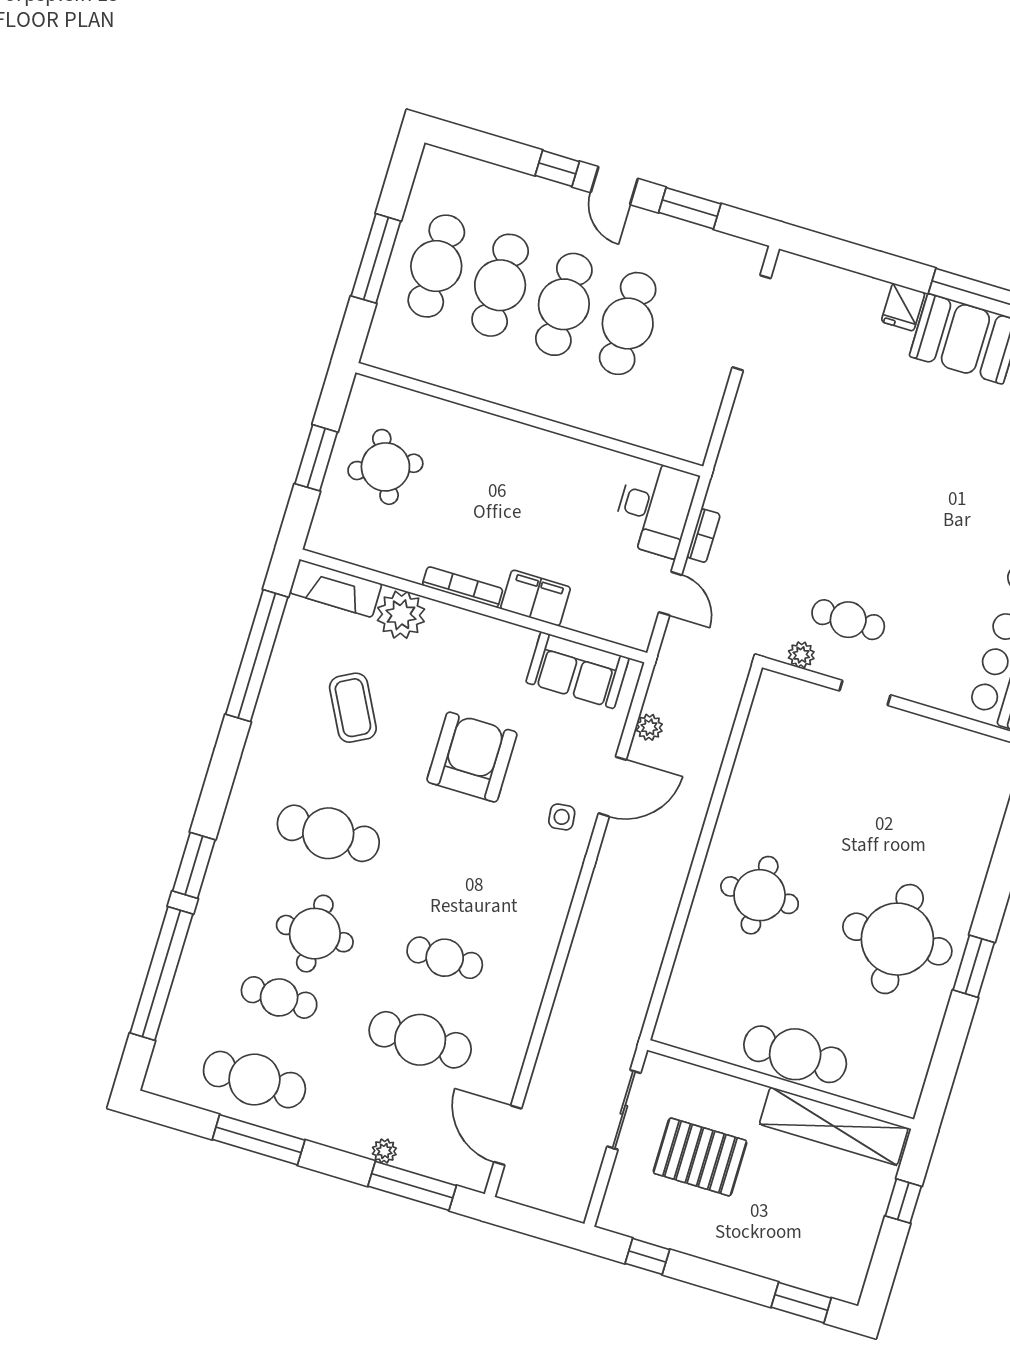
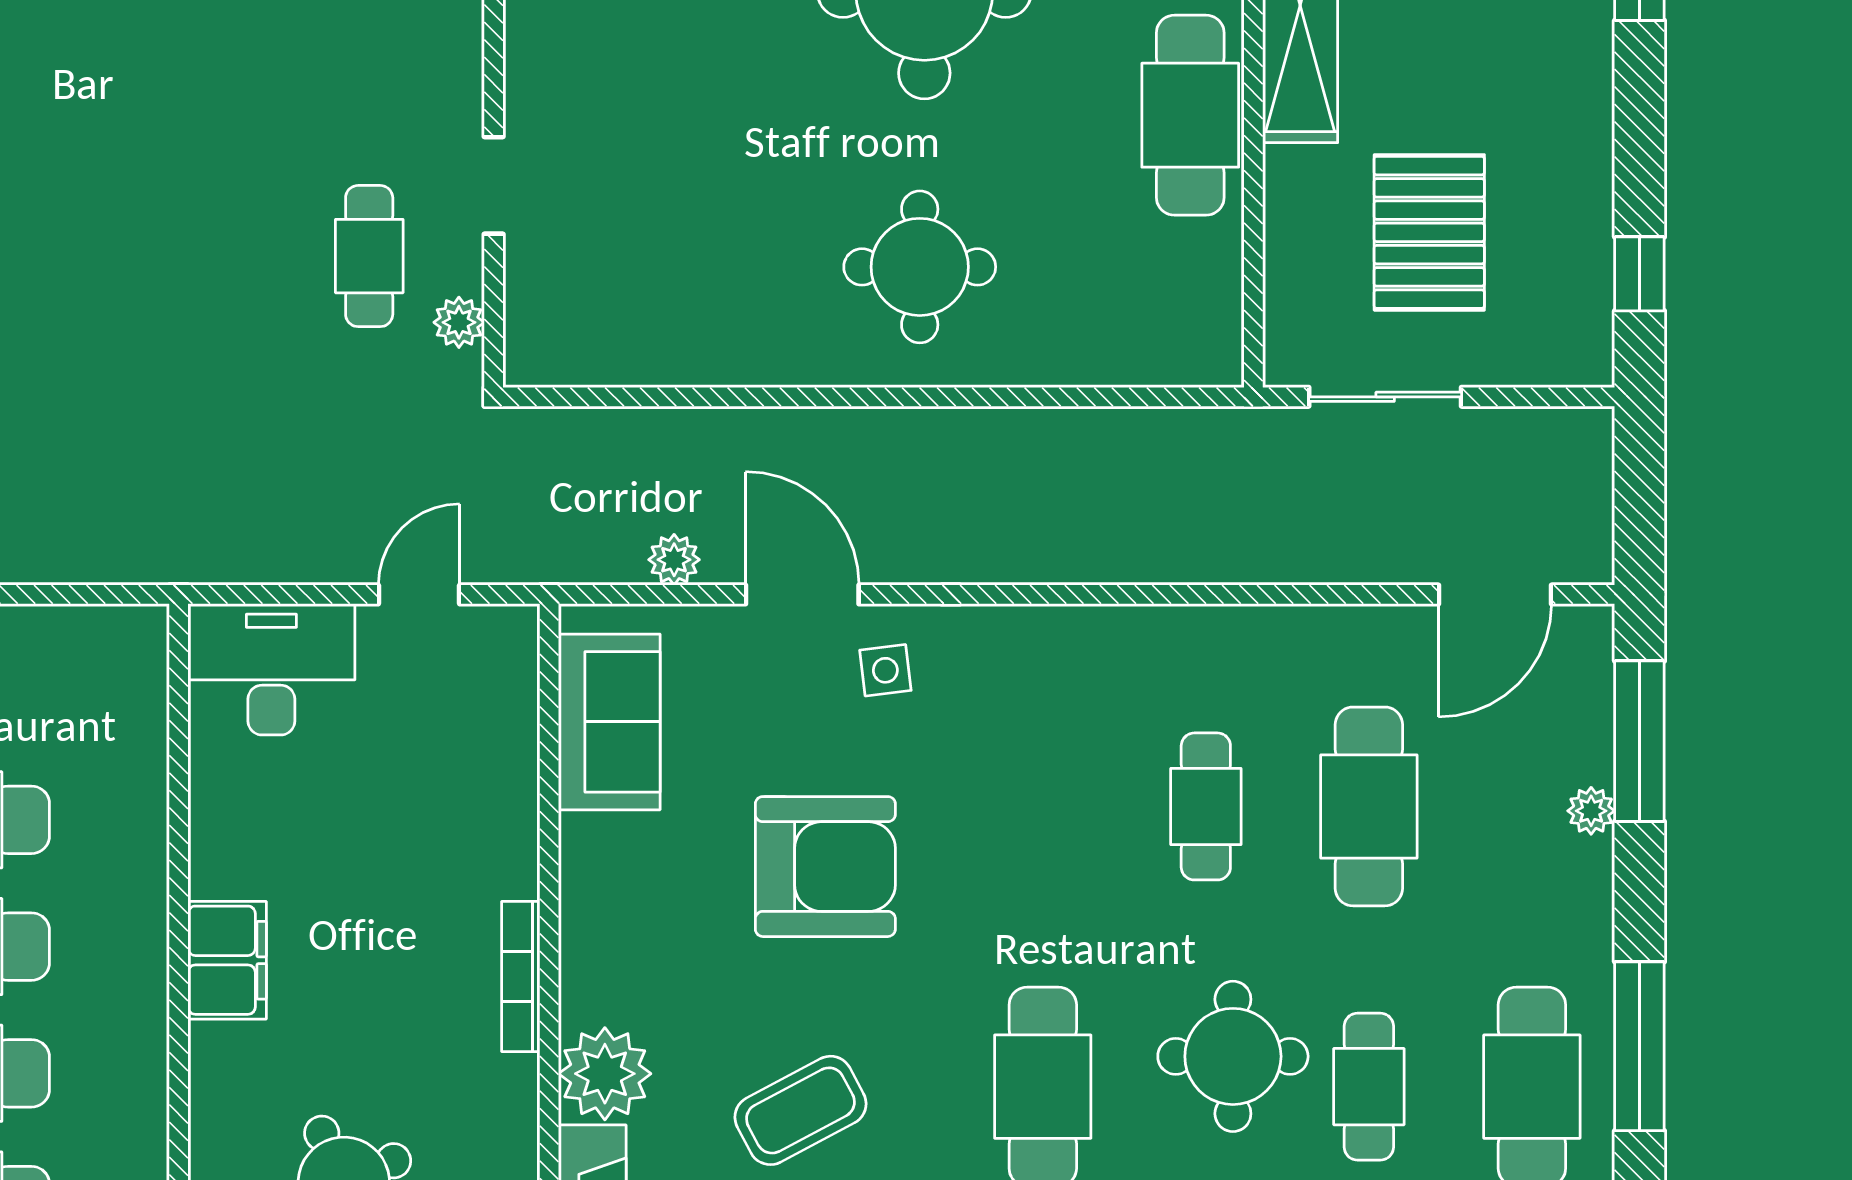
bookcase: (703, 536) -> (295, 566), removed
filing cabinet: (536, 598) -> (227, 960), moved, turned 180
armchair: (472, 757) -> (825, 867), turned 180

